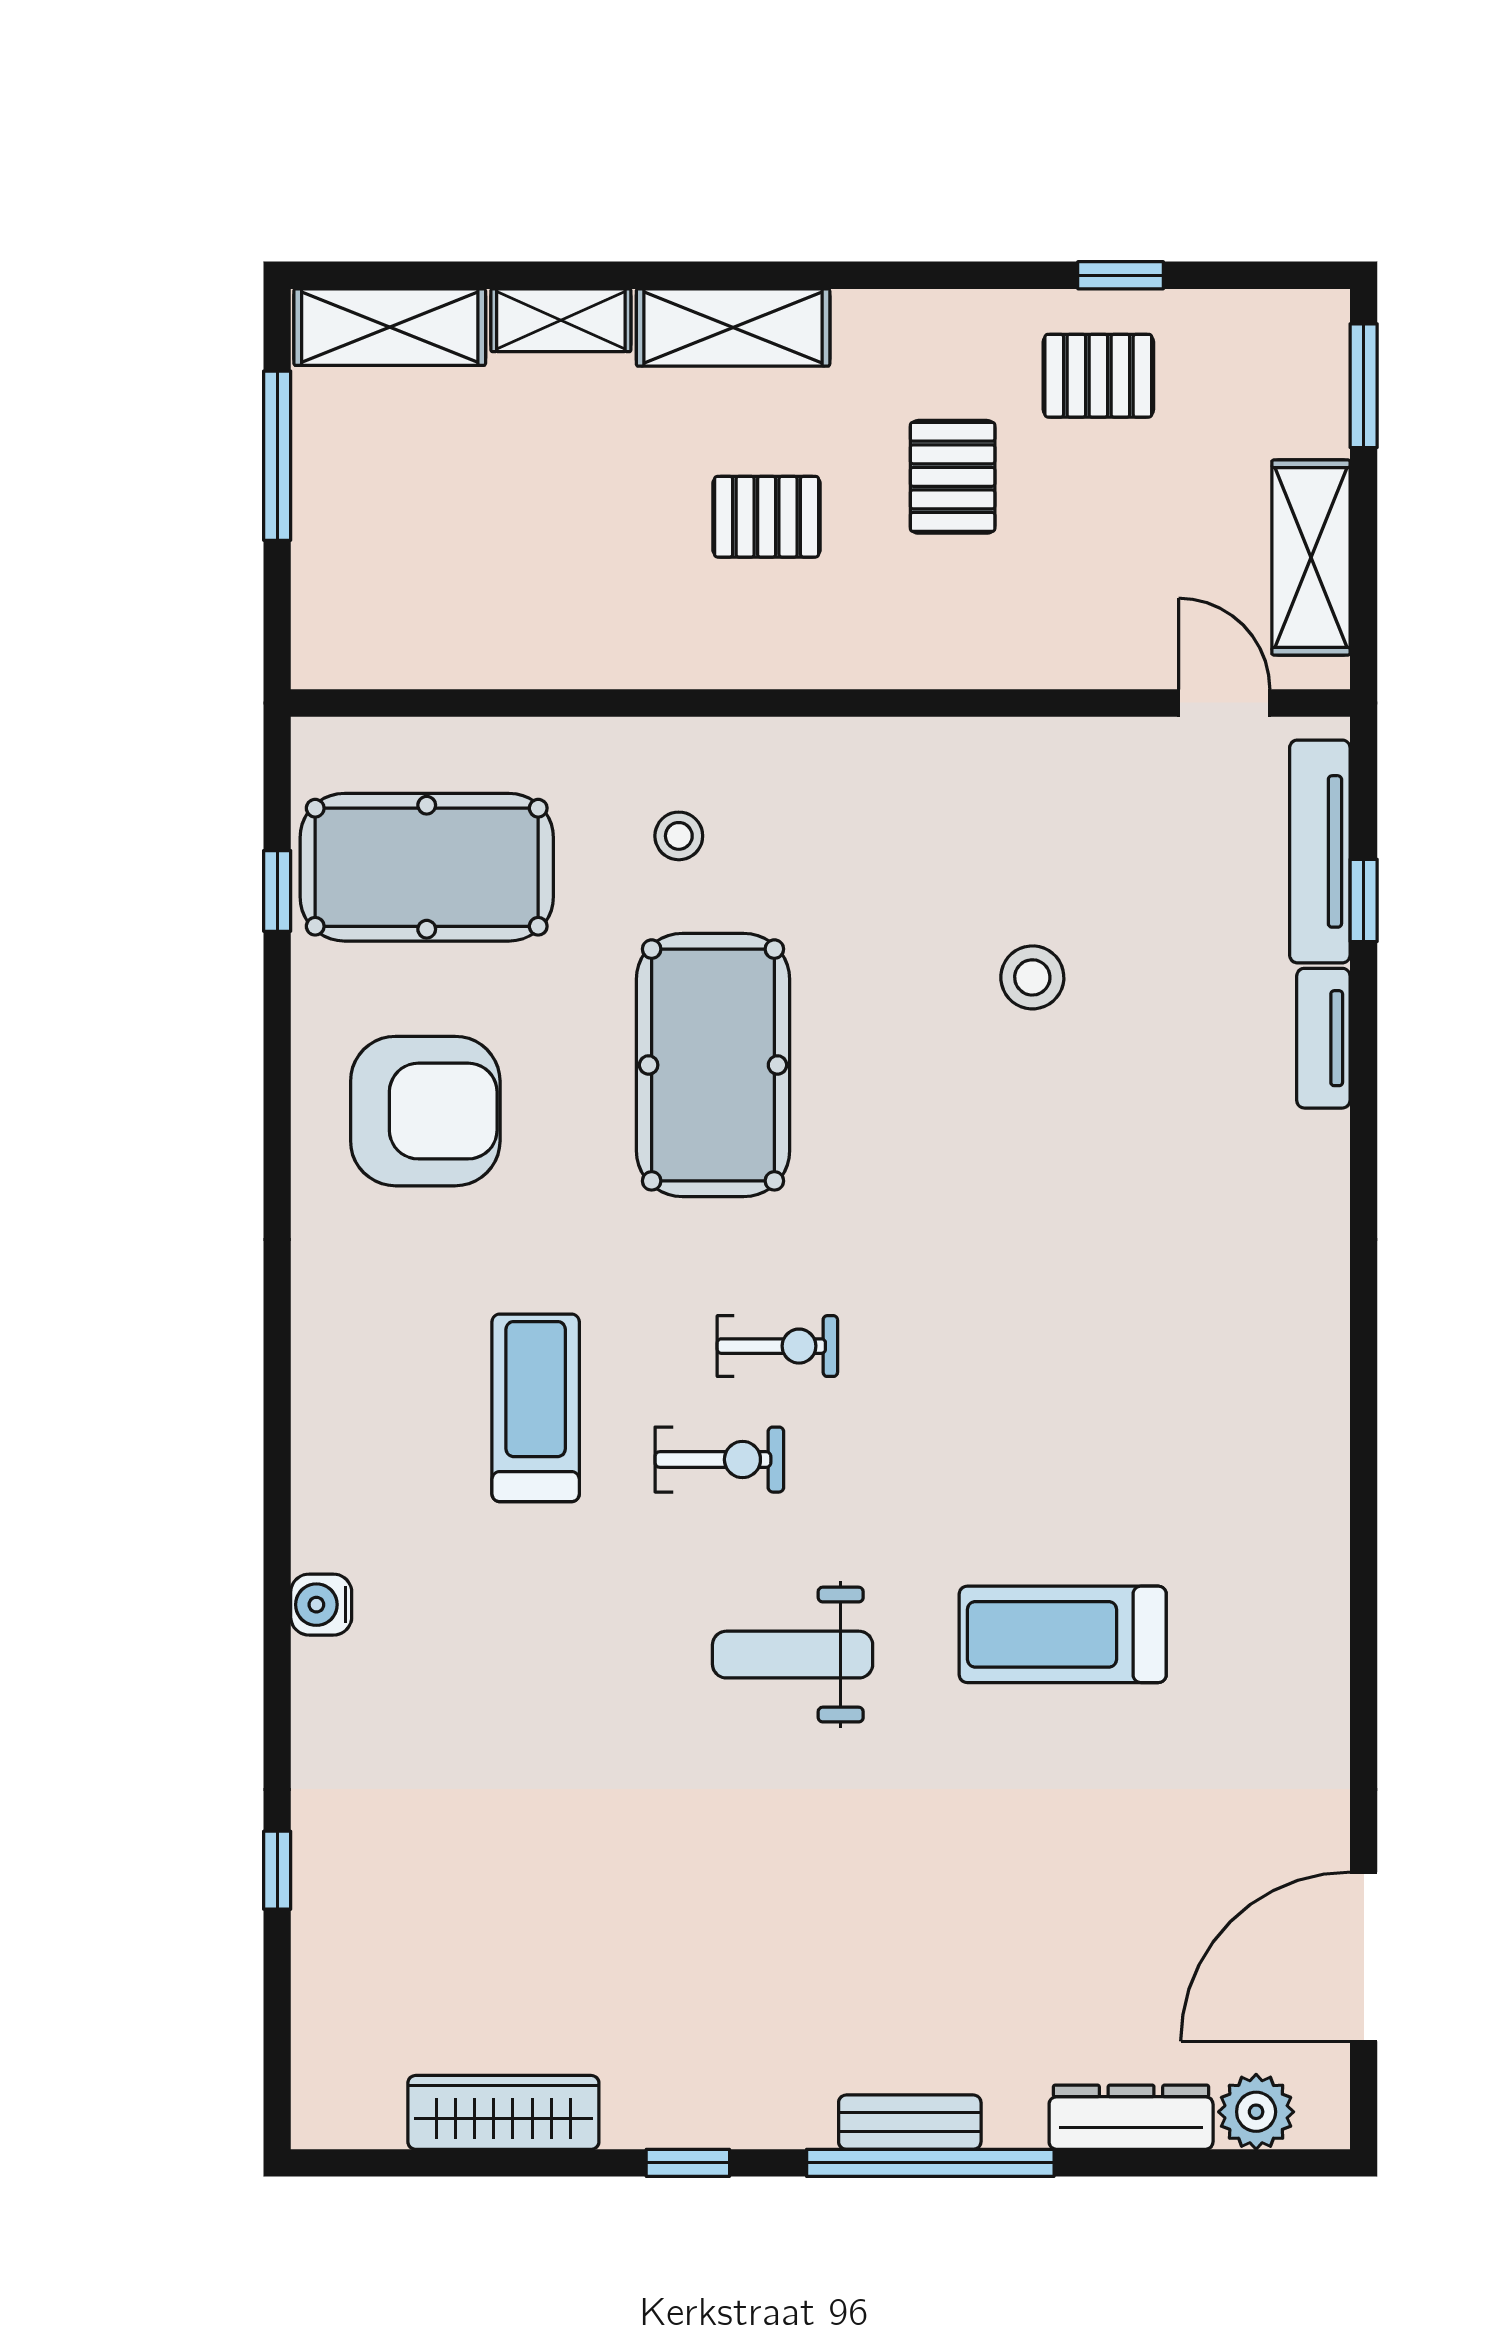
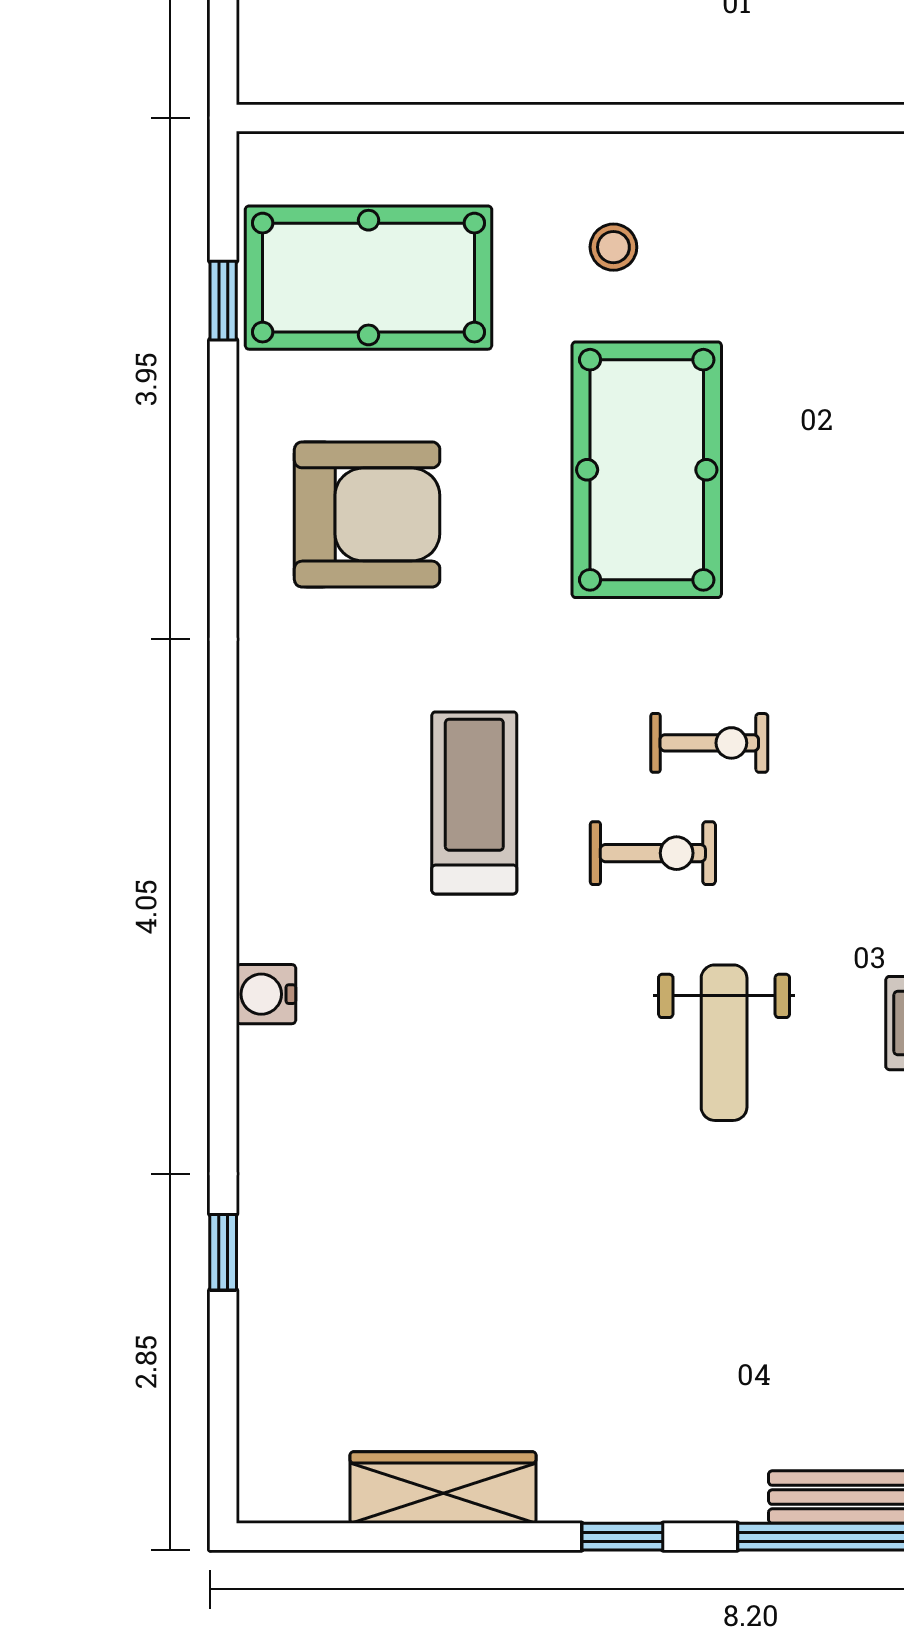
weight bench: (793, 1655) -> (724, 1043), turned -90

